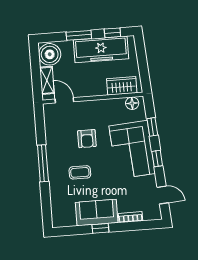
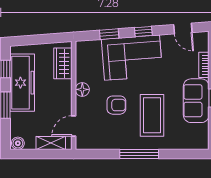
boiler: (50, 54) -> (18, 143), width x0.54, depth x0.54
floor lamp: (132, 103) -> (82, 89), moved
coffee table: (80, 172) -> (152, 115), width x1.86, depth x1.72
door: (163, 195) -> (183, 29), swing flipped

